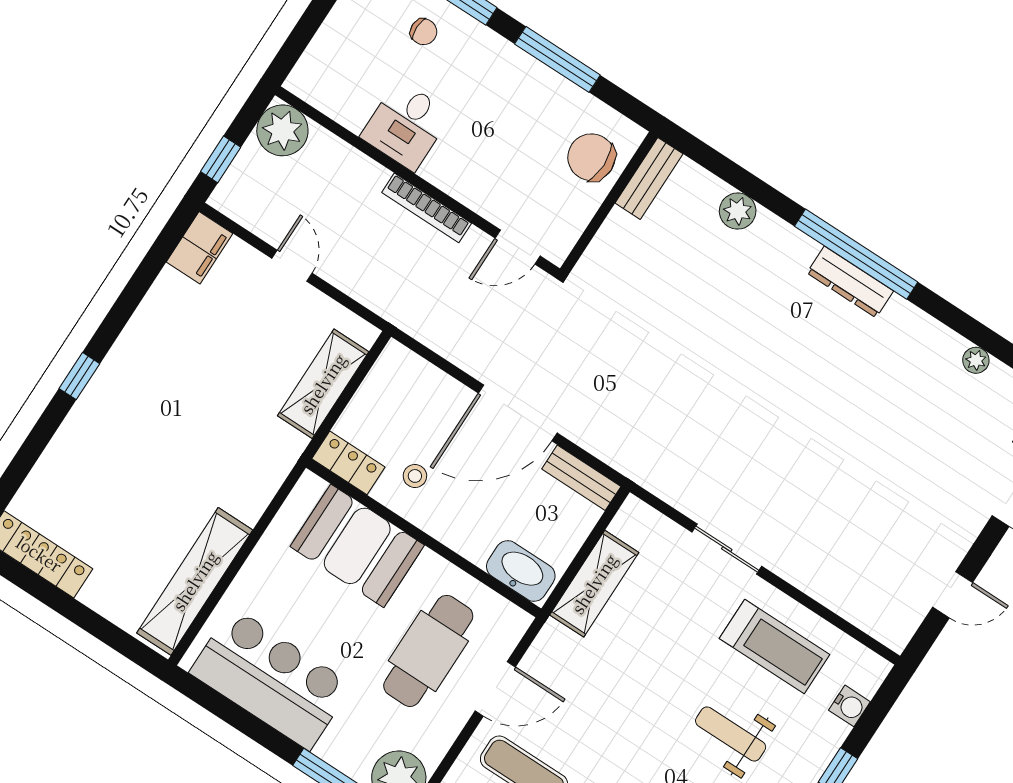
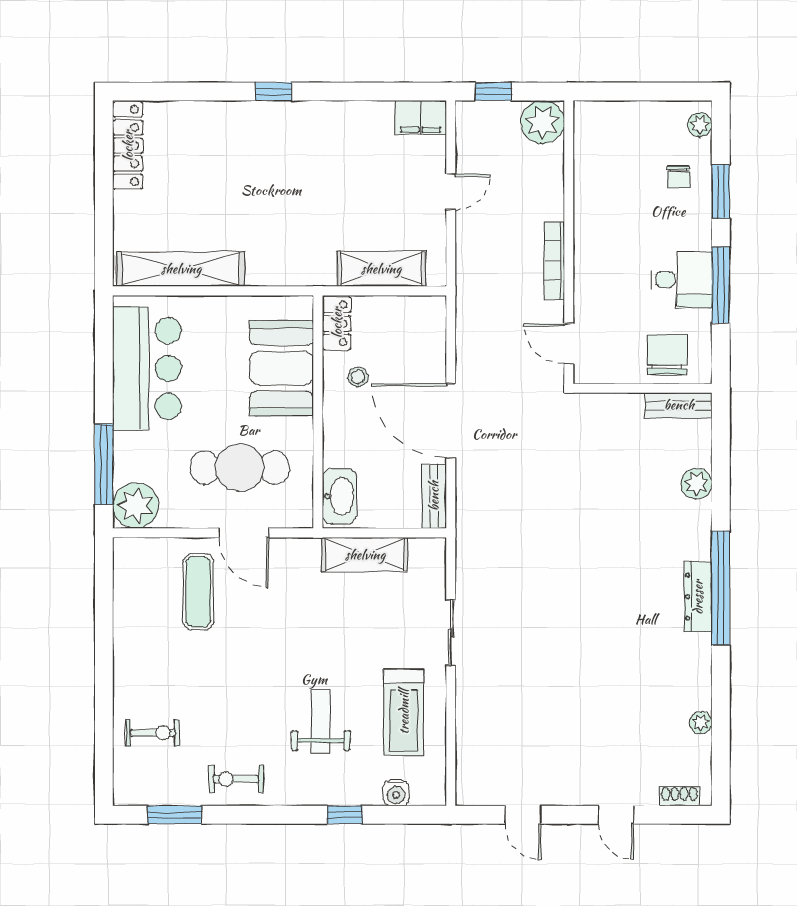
desk: (406, 125) -> (682, 280), moved, turned 180

